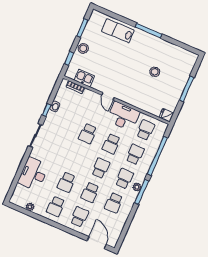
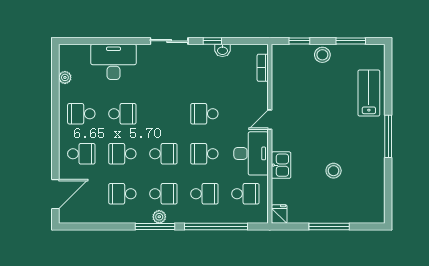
kitchen sink: (84, 78) -> (281, 165), moved
school desk: (66, 182) -> (122, 114), turned 180

